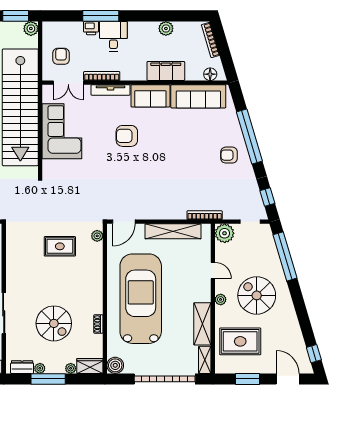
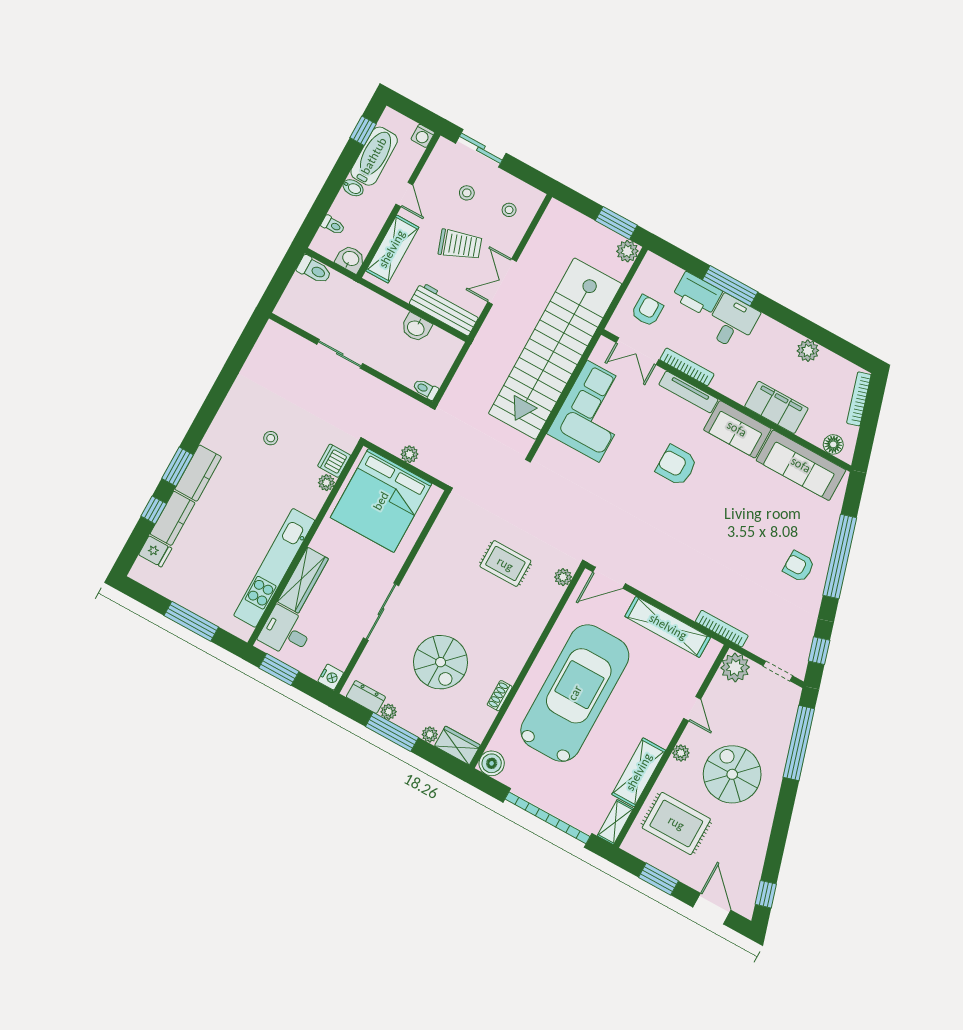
printer: (91, 28) -> (697, 294), width x1.87, depth x1.48

